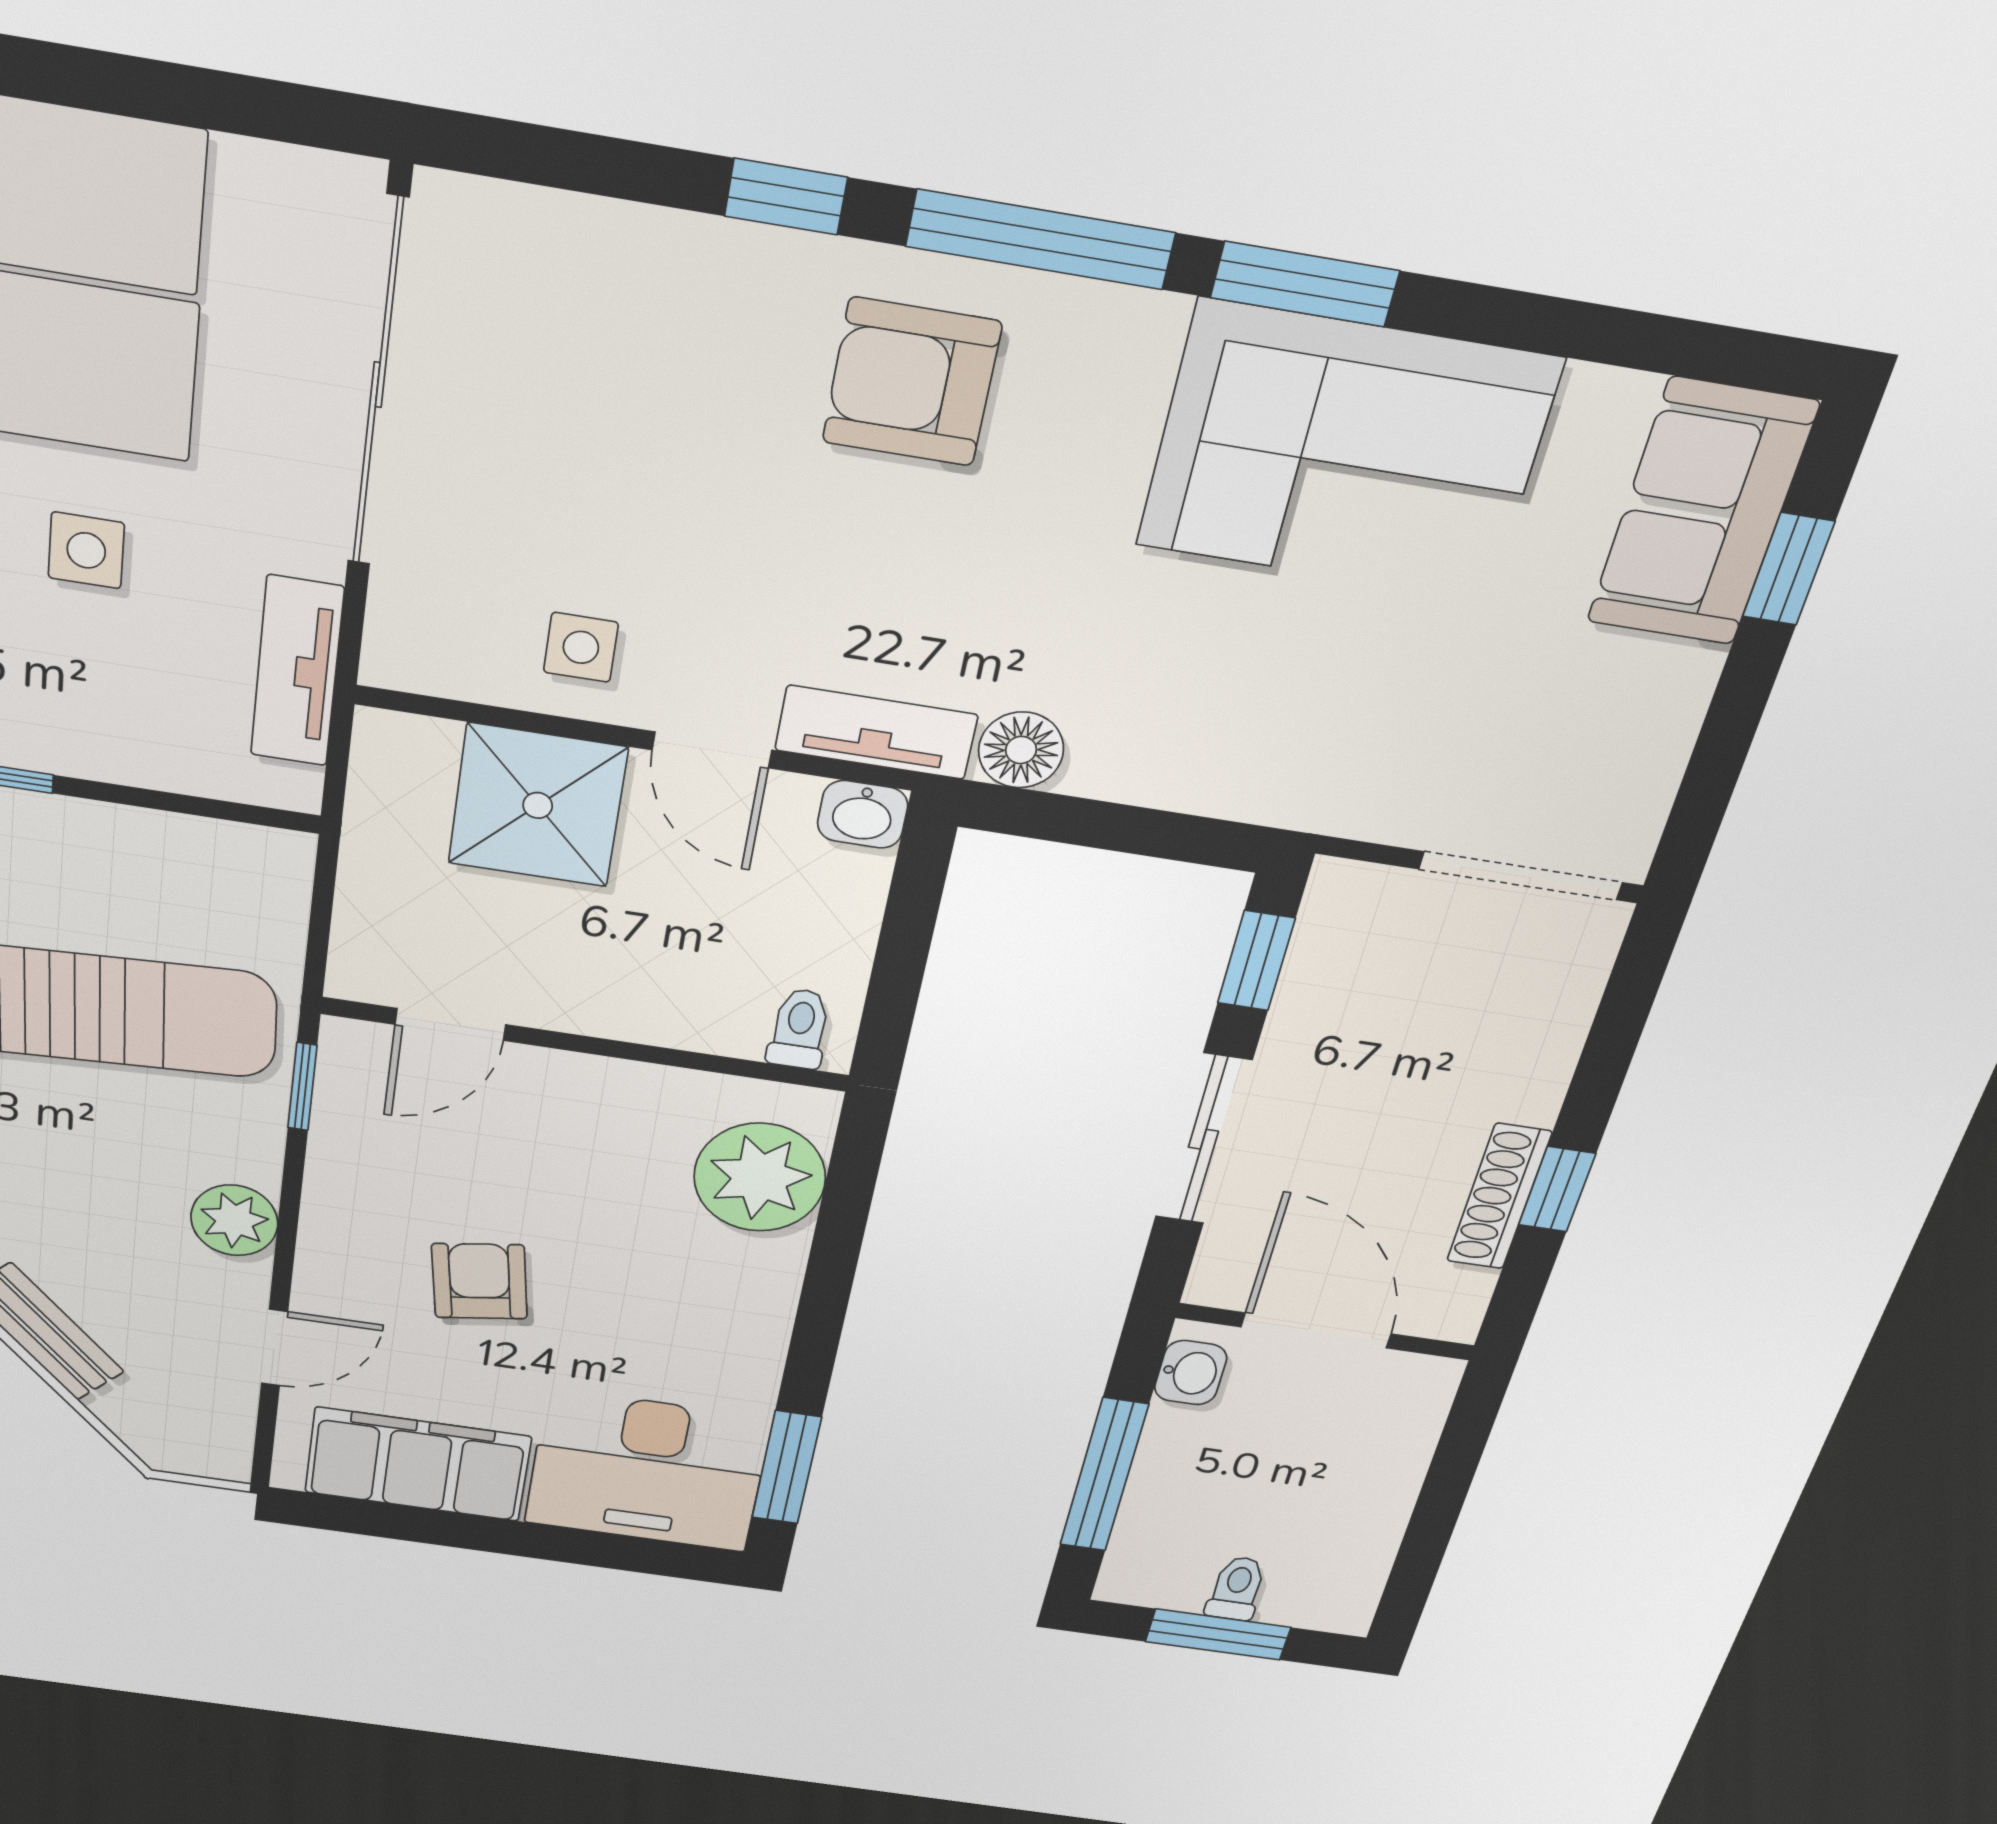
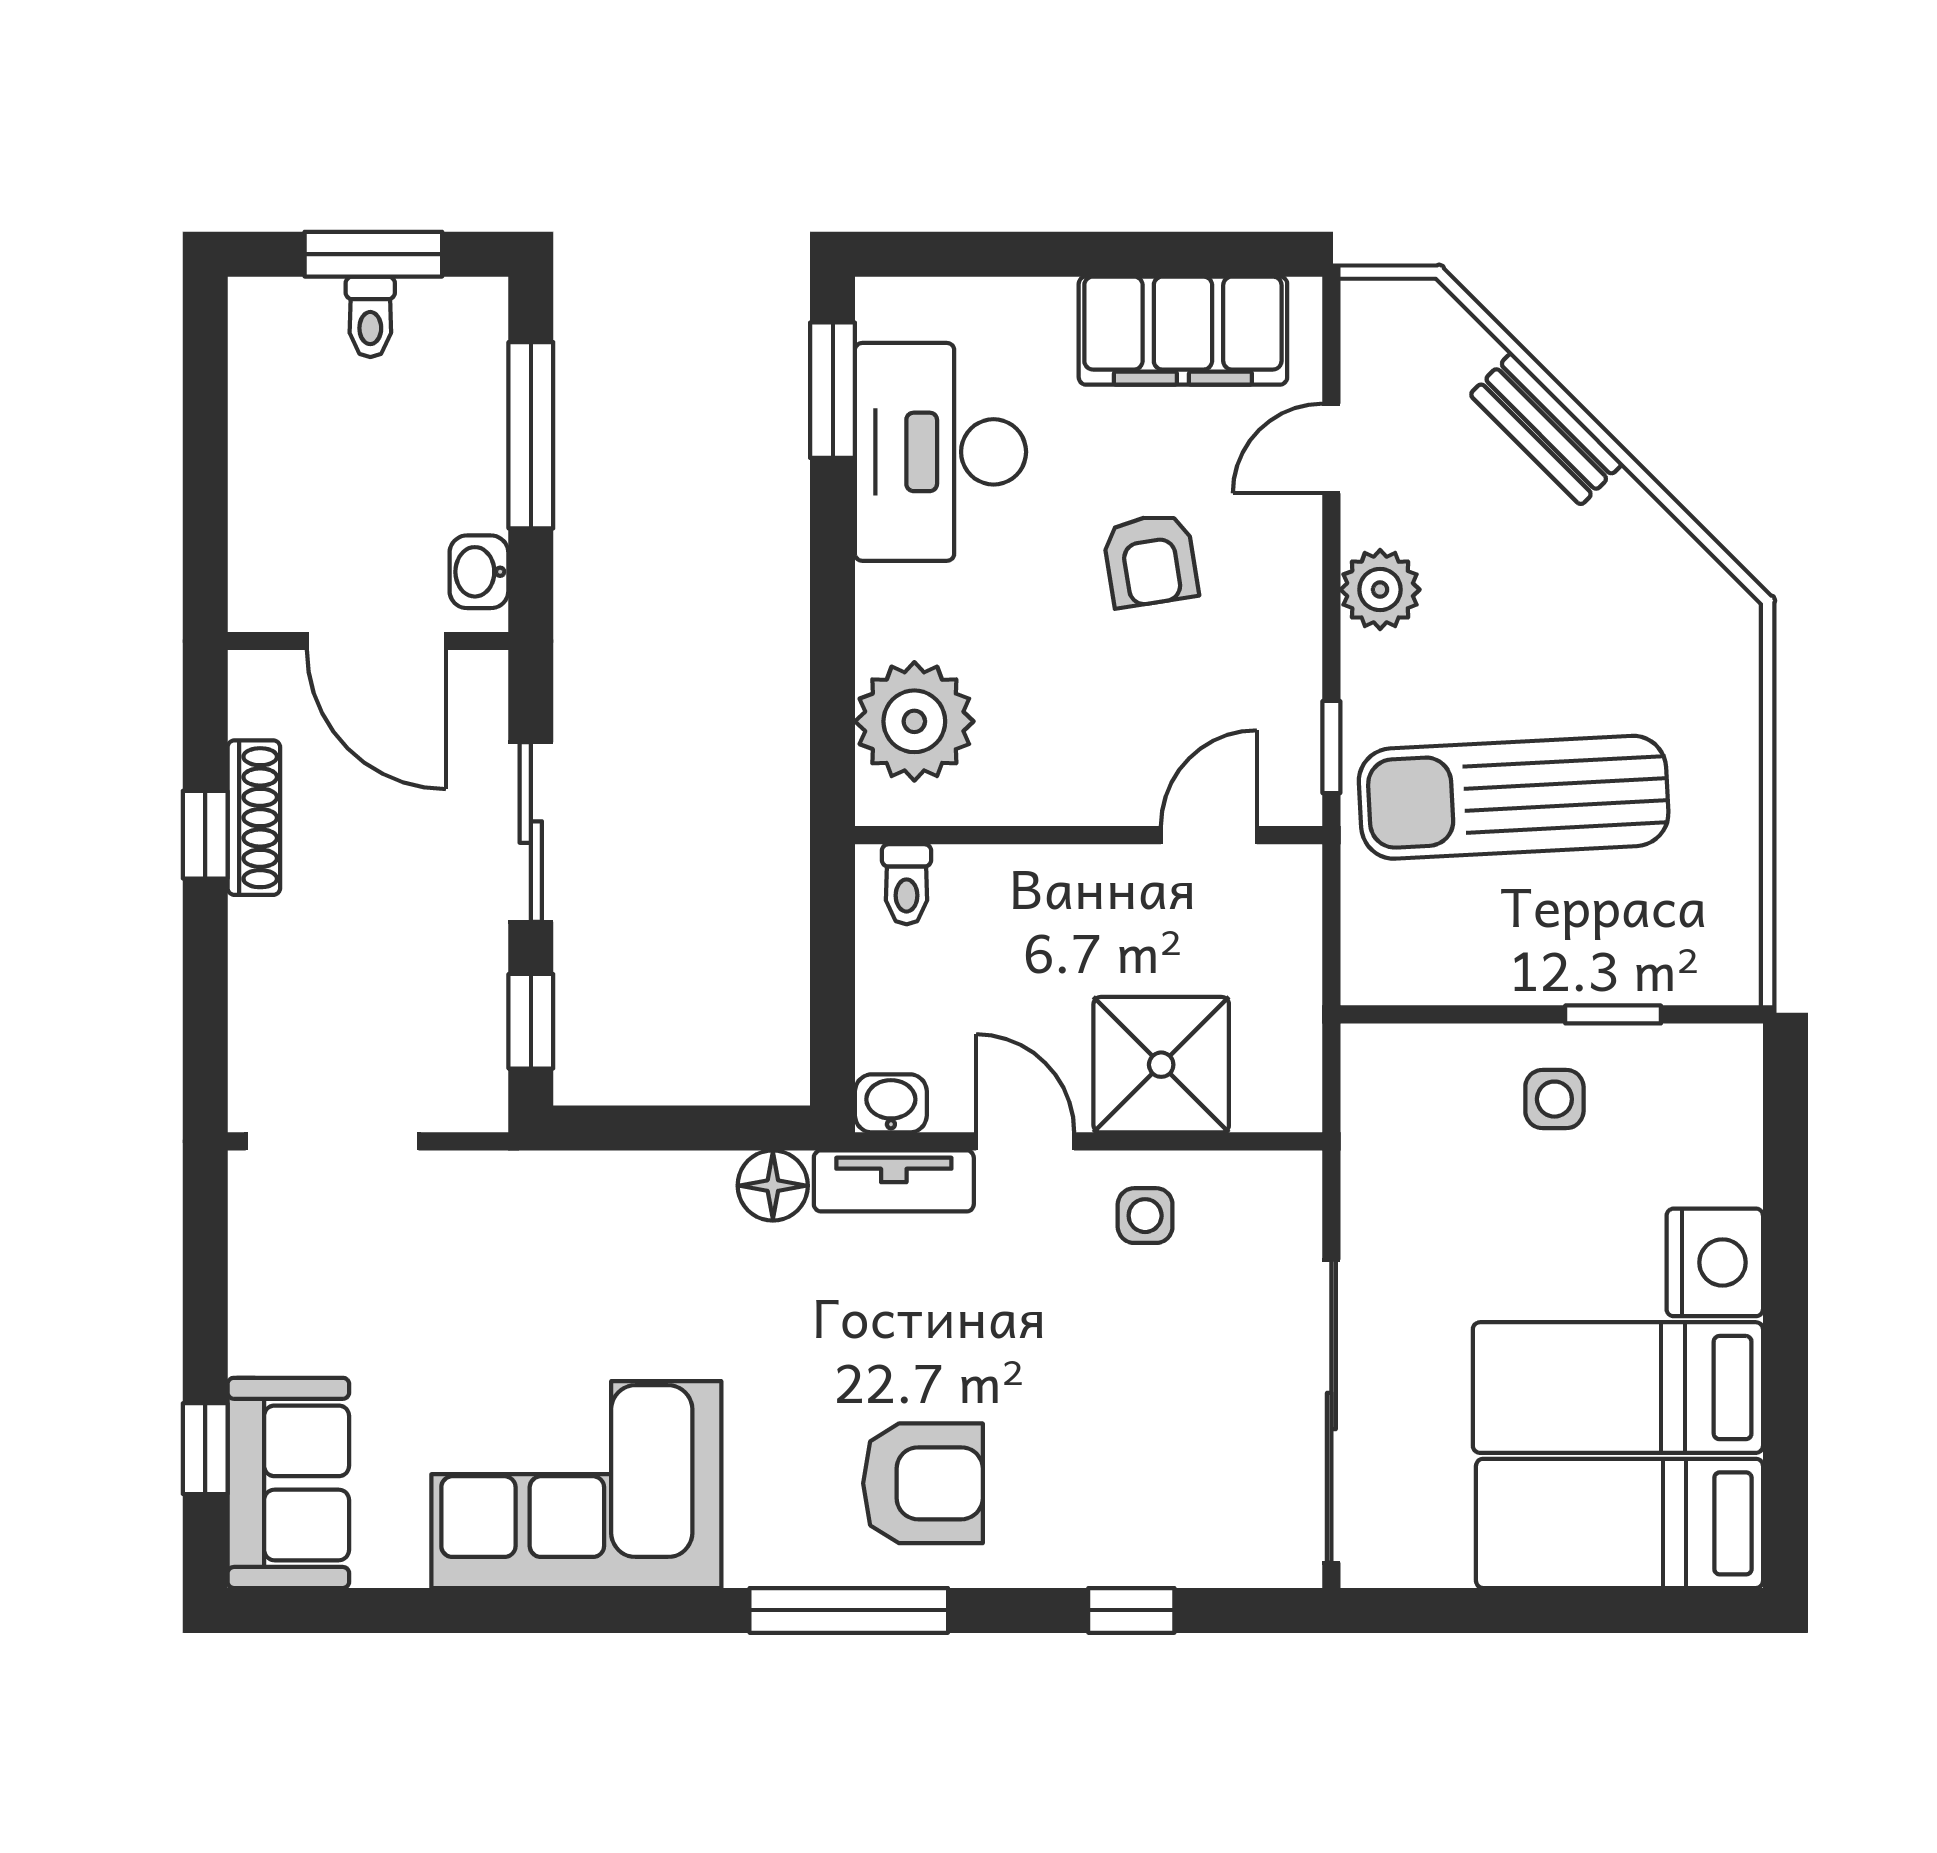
window: (786, 197) -> (1131, 1610), moved
window: (1305, 284) -> (644, 1610), removed
side table: (86, 550) -> (1554, 1099), moved
tv unit: (297, 671) -> (1372, 1154), removed
desk: (647, 1471) -> (940, 452), moved, turned -90

